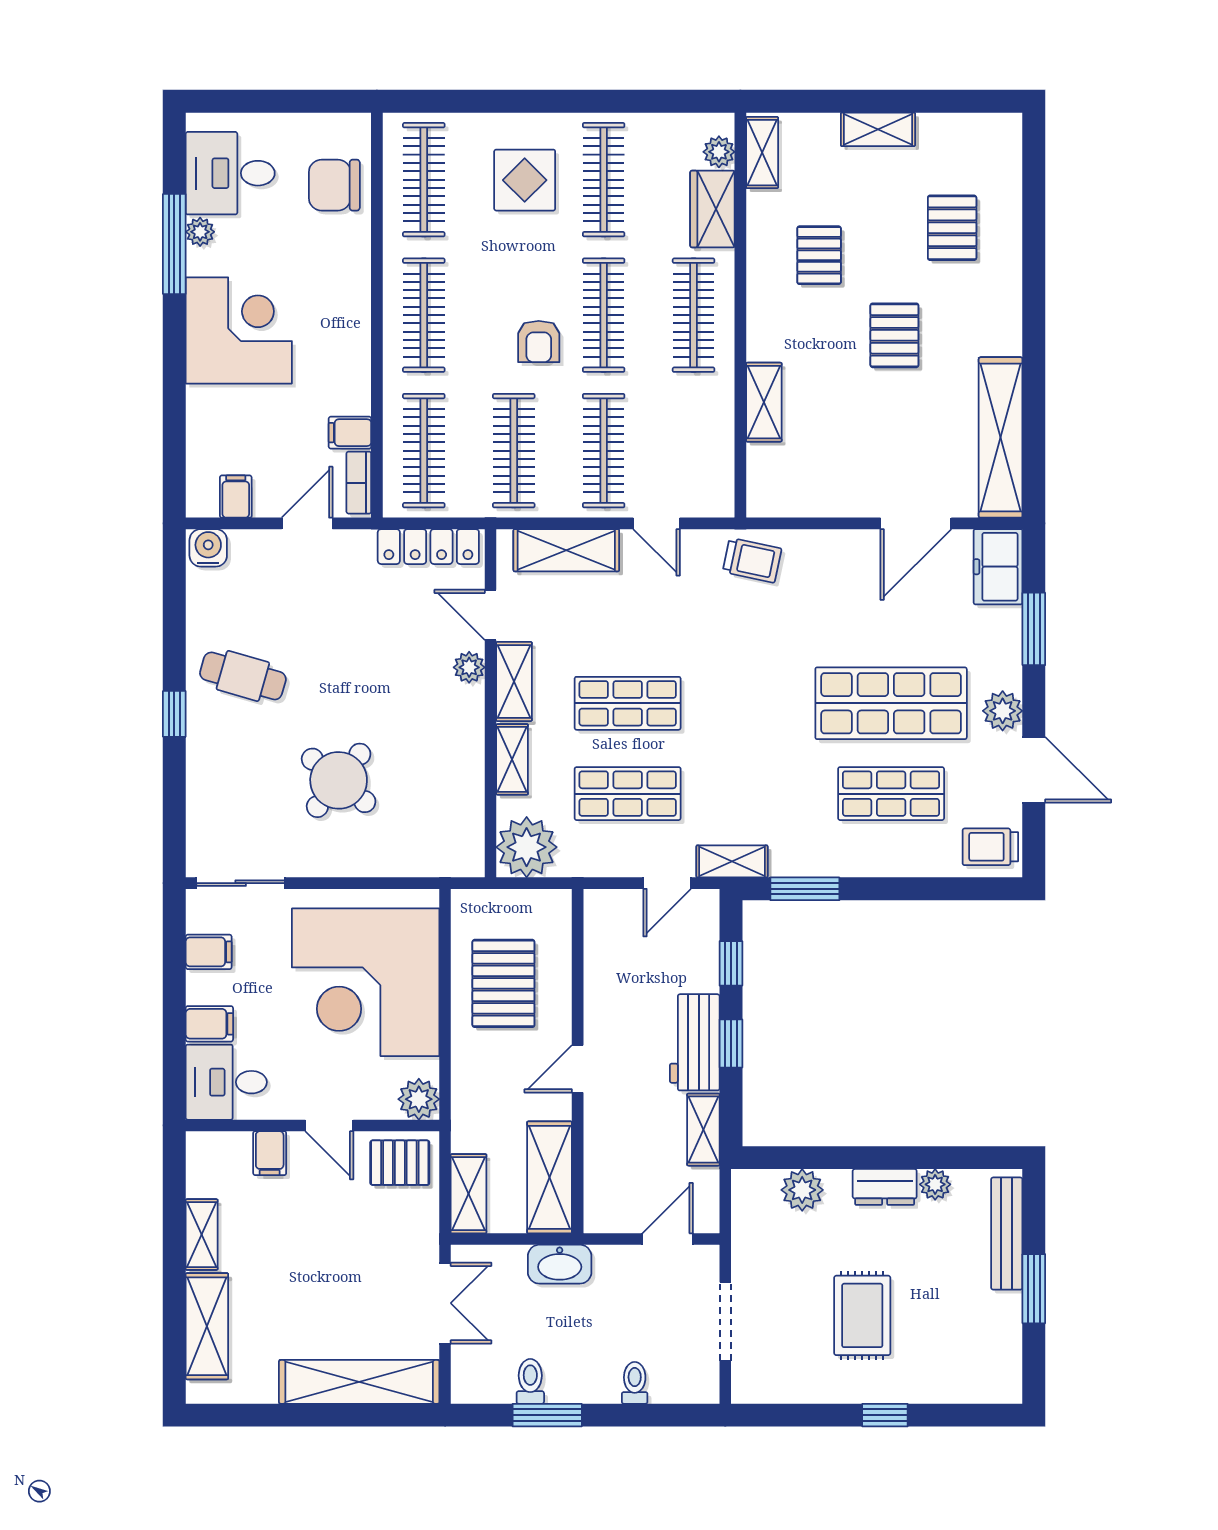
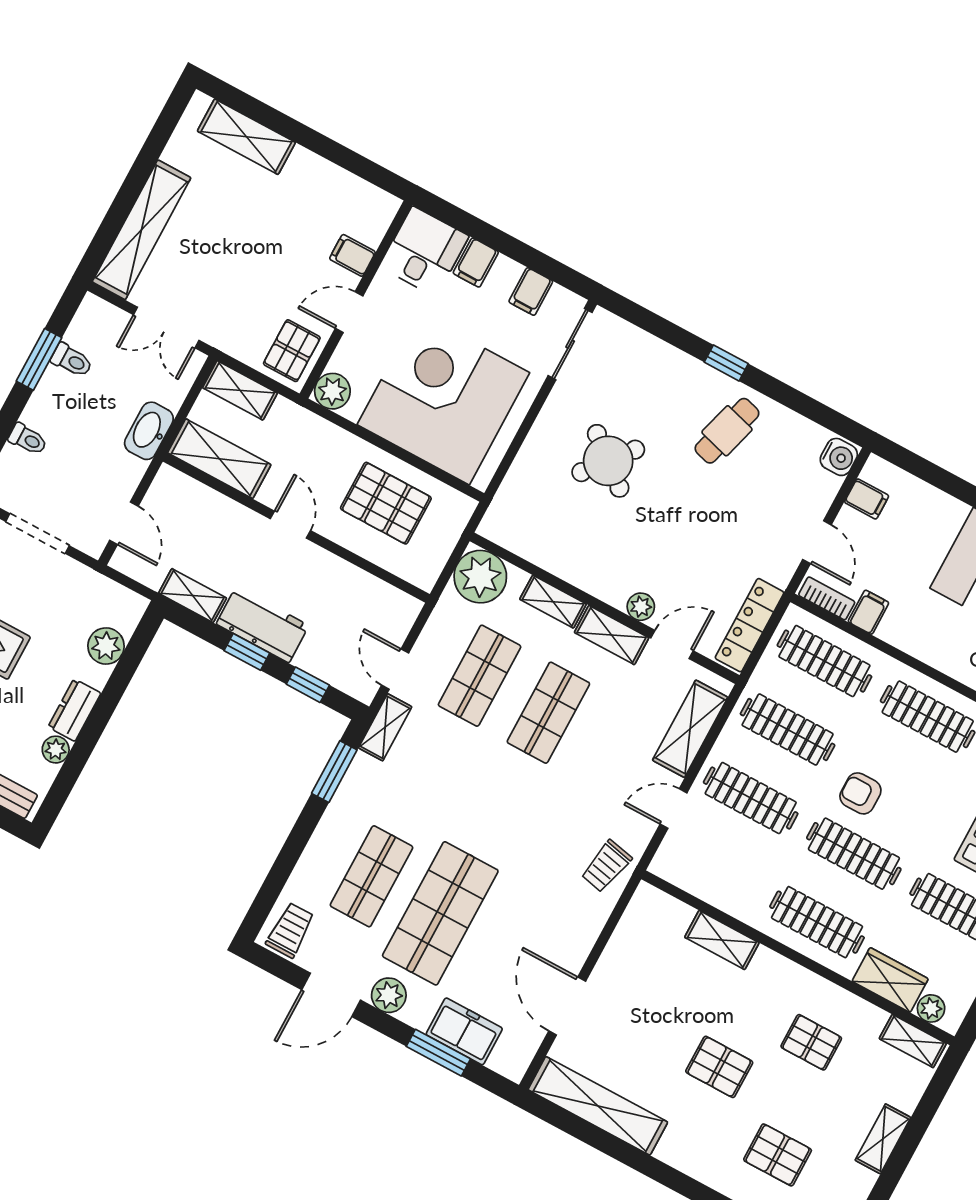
freezer: (998, 567) -> (464, 1031), moved
shelving: (202, 1235) -> (318, 170), removed

